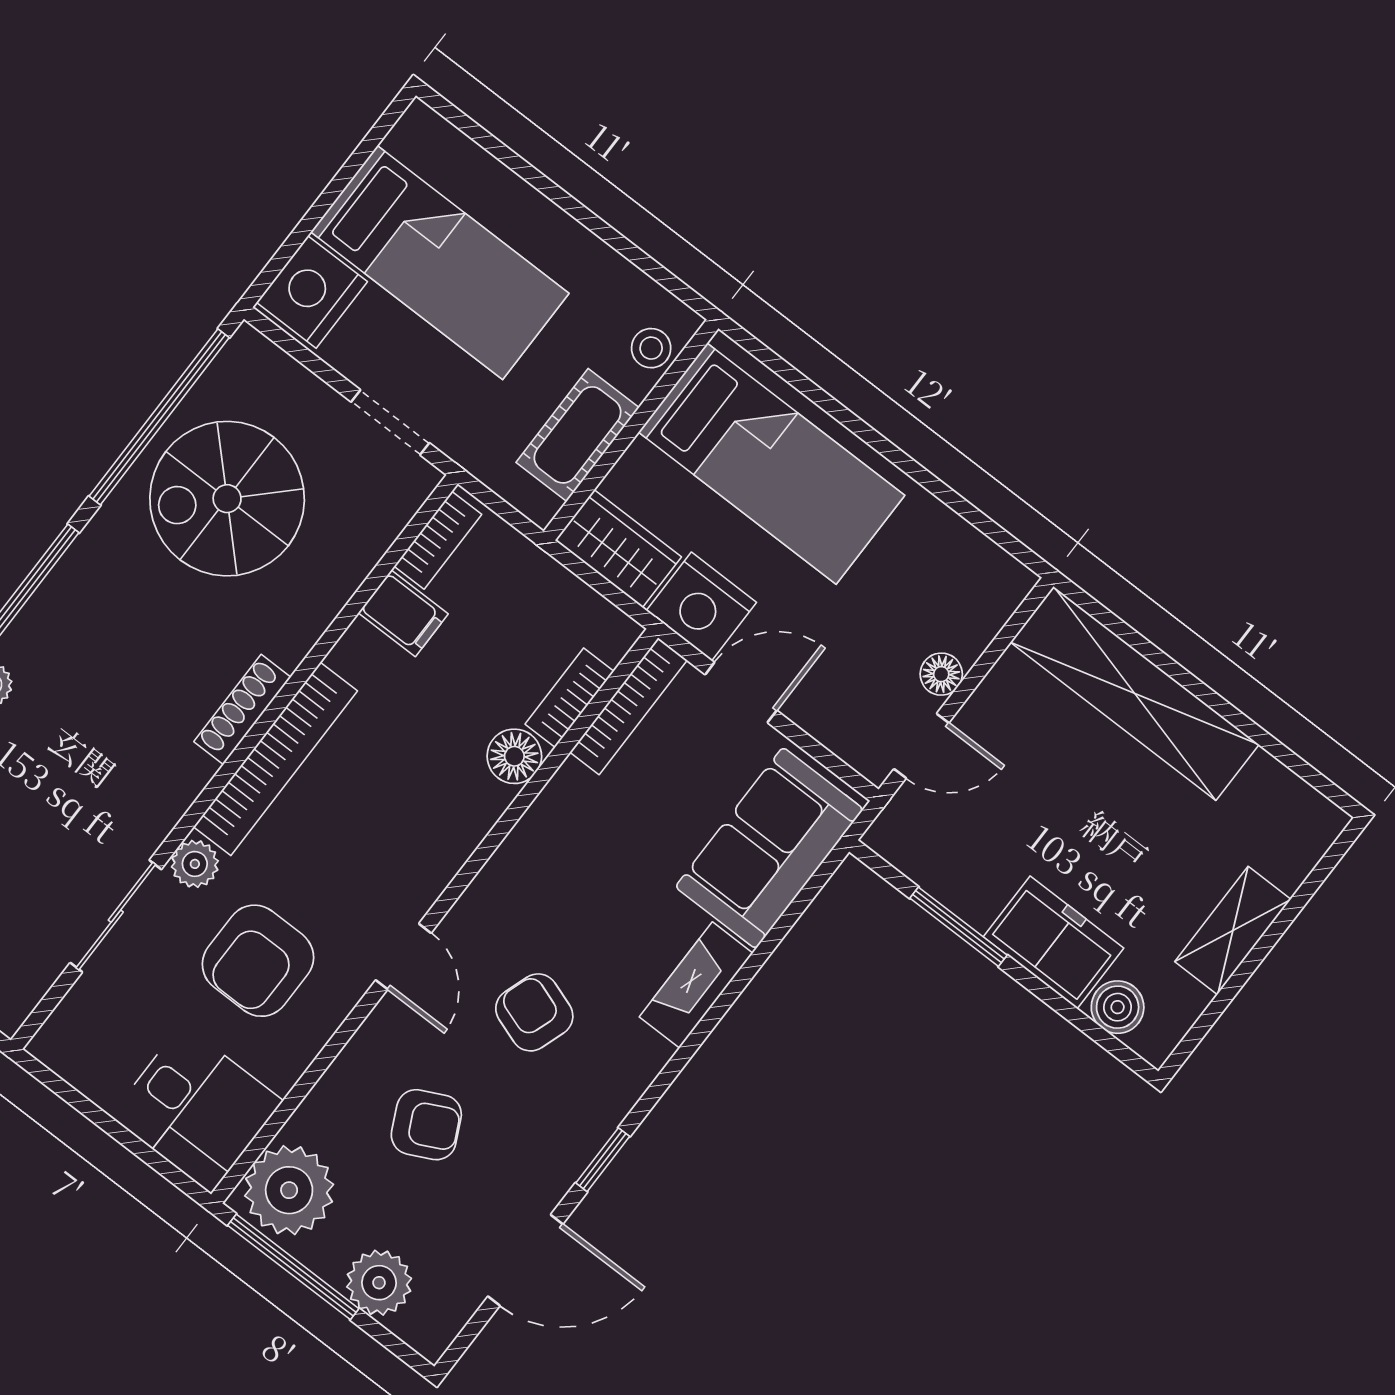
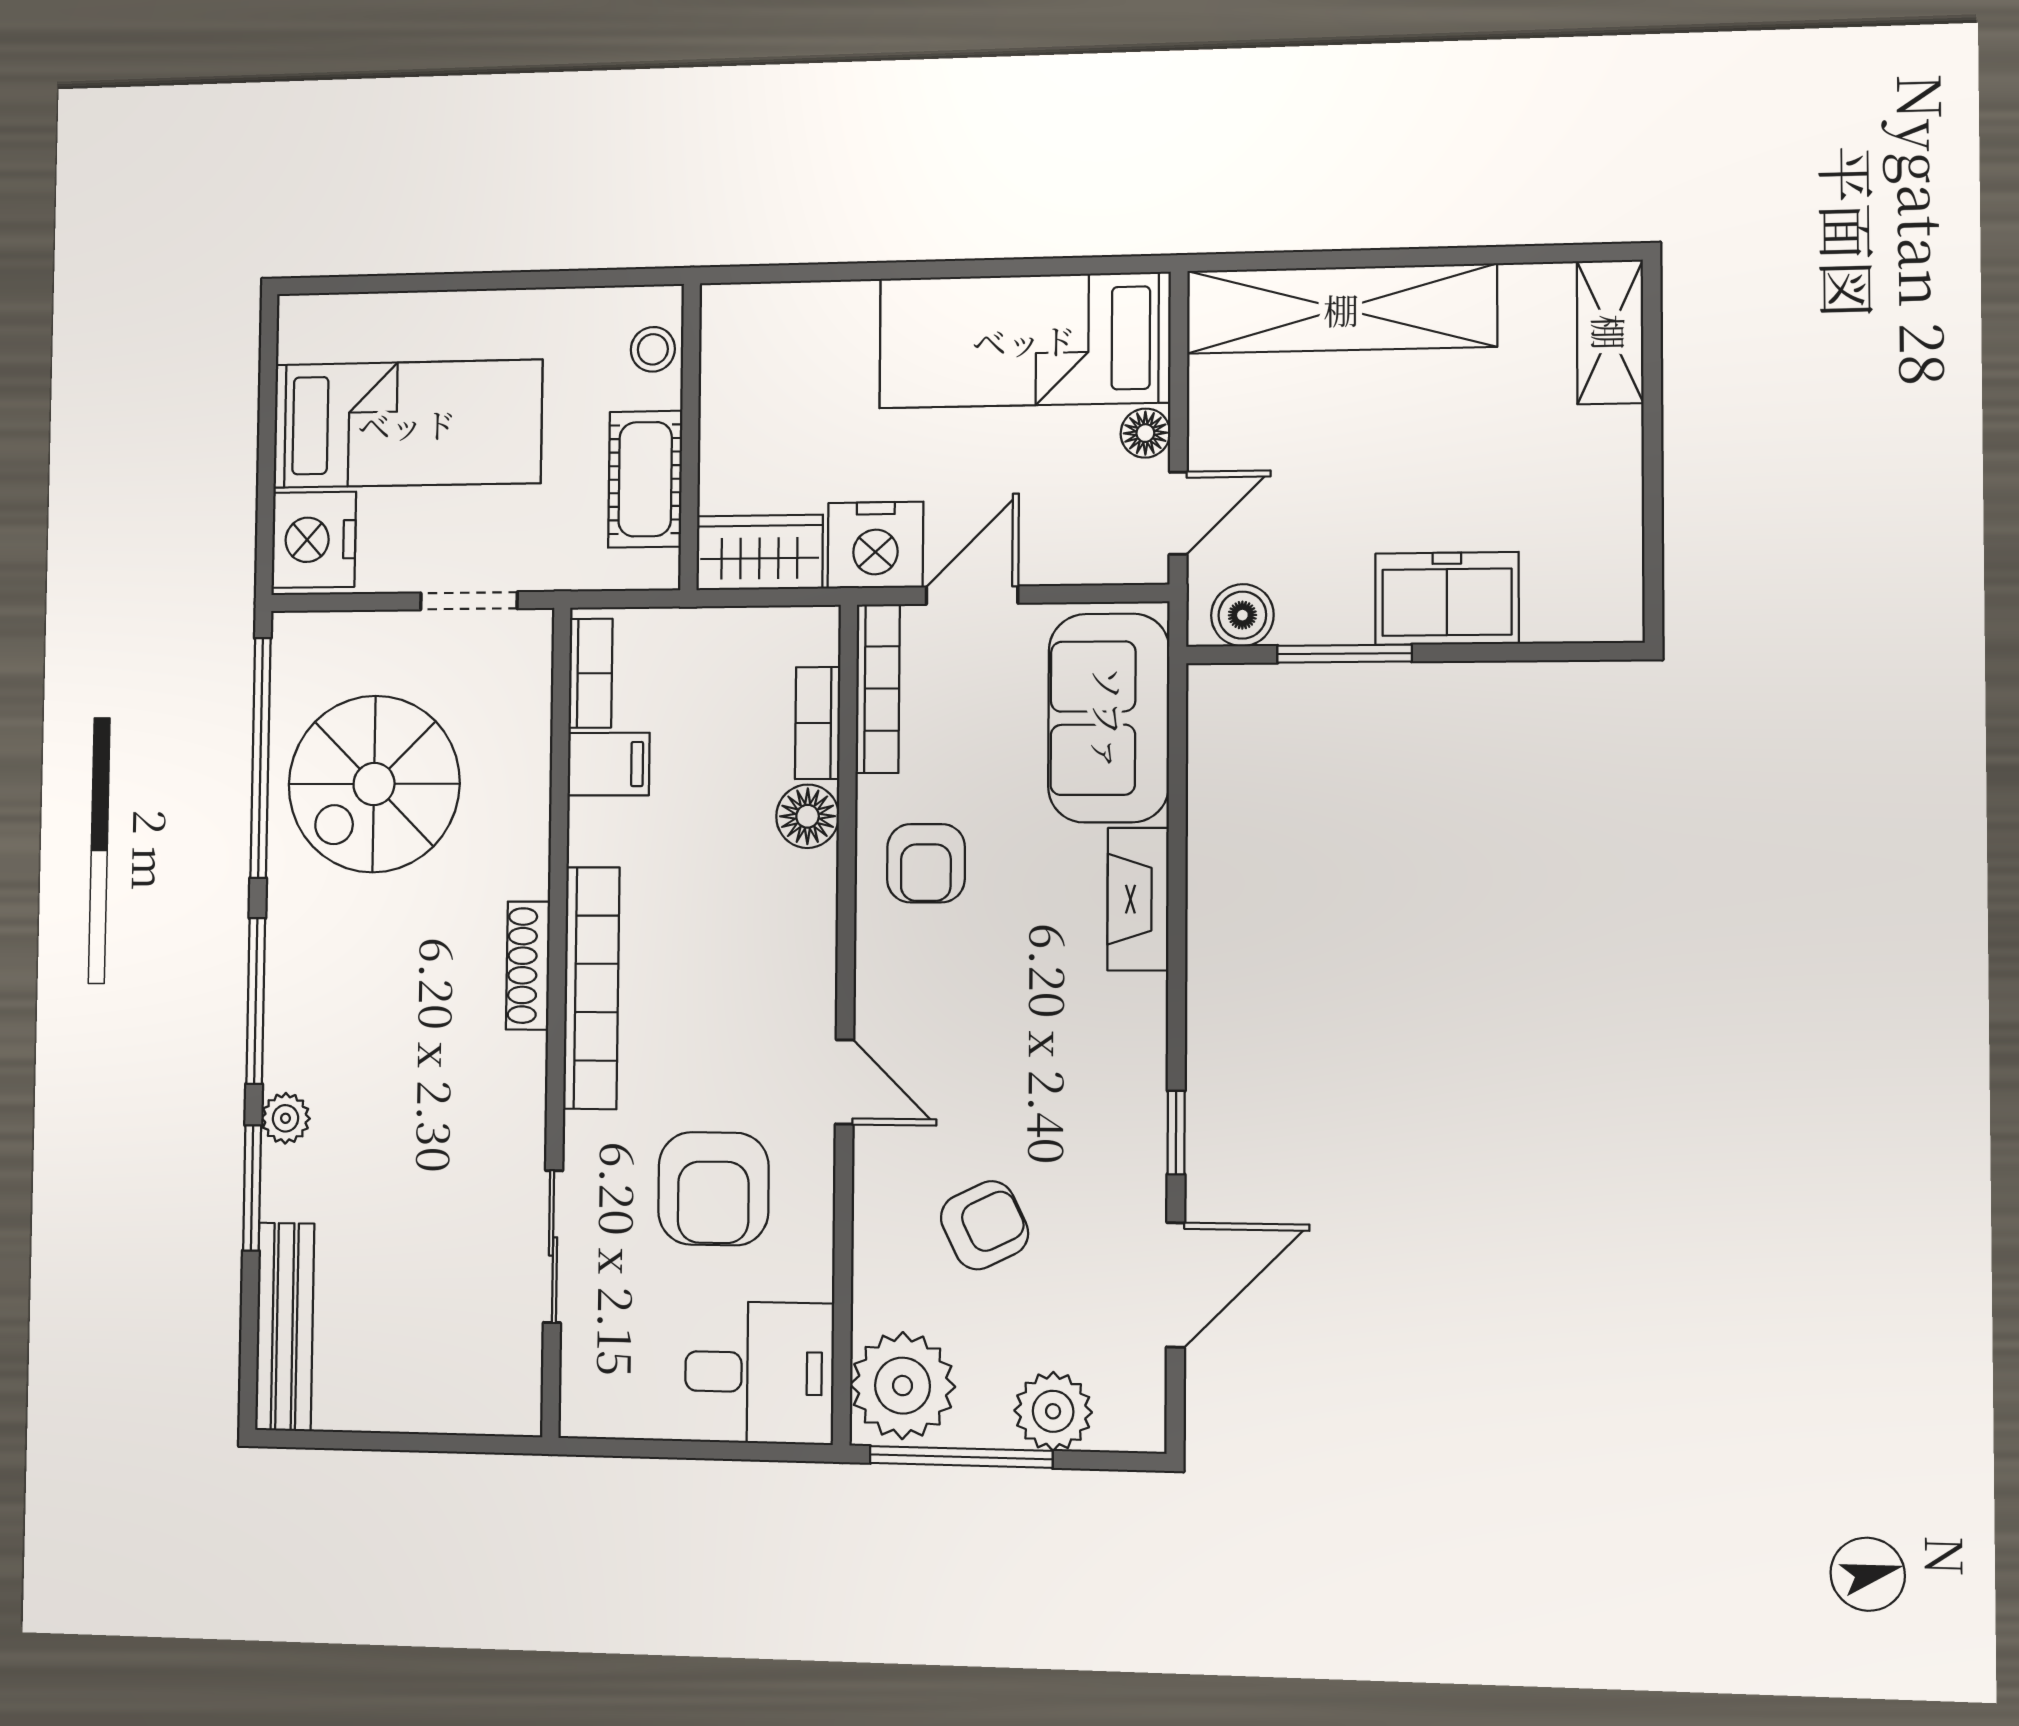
bed: (772, 464) -> (1024, 340), moved, turned 180
plant: (195, 864) -> (589, 1142), removed
shelving: (1233, 930) -> (1610, 332), moved
boiler: (1118, 1007) -> (1242, 615), moved
armchair: (534, 1012) -> (926, 863), moved, turned -109

